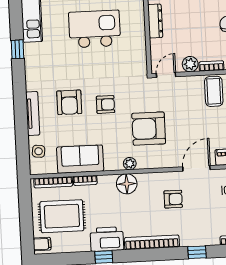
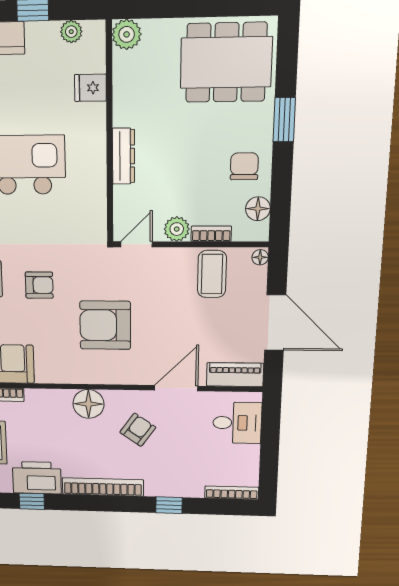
plant: (130, 164) -> (74, 375), removed
floor lamp: (127, 184) -> (89, 404), moved
armchair: (173, 199) -> (138, 430), turned -55

